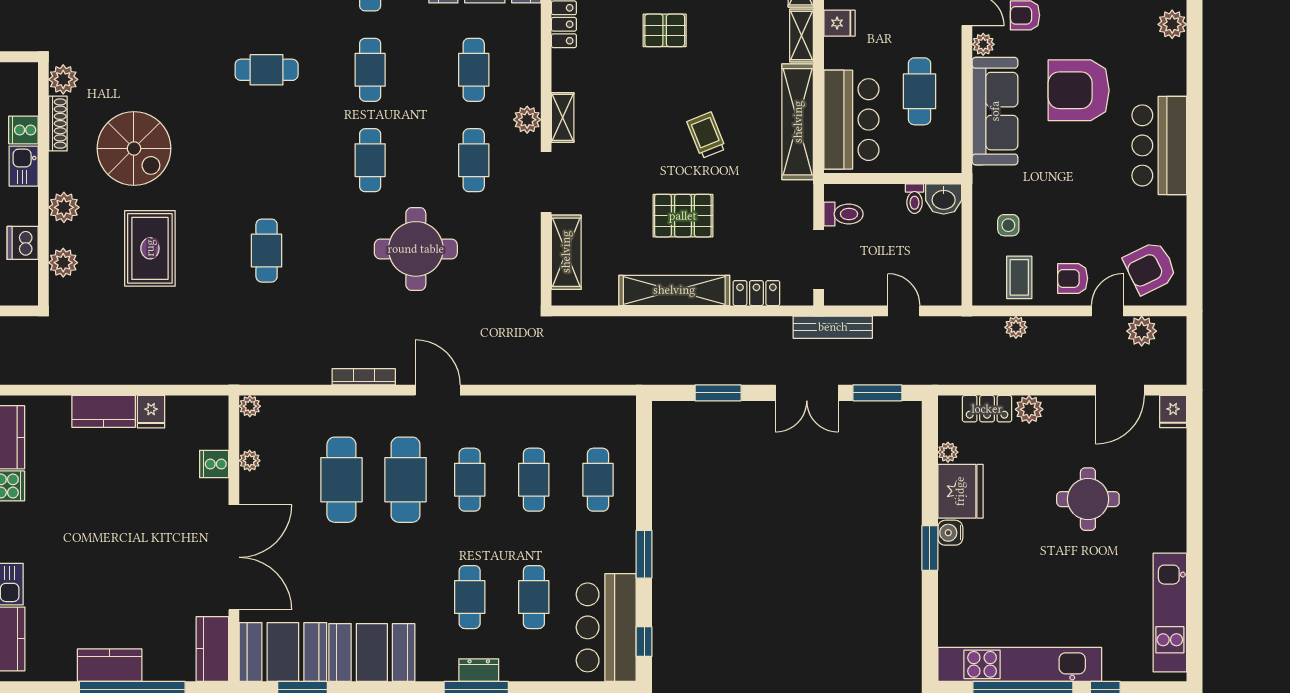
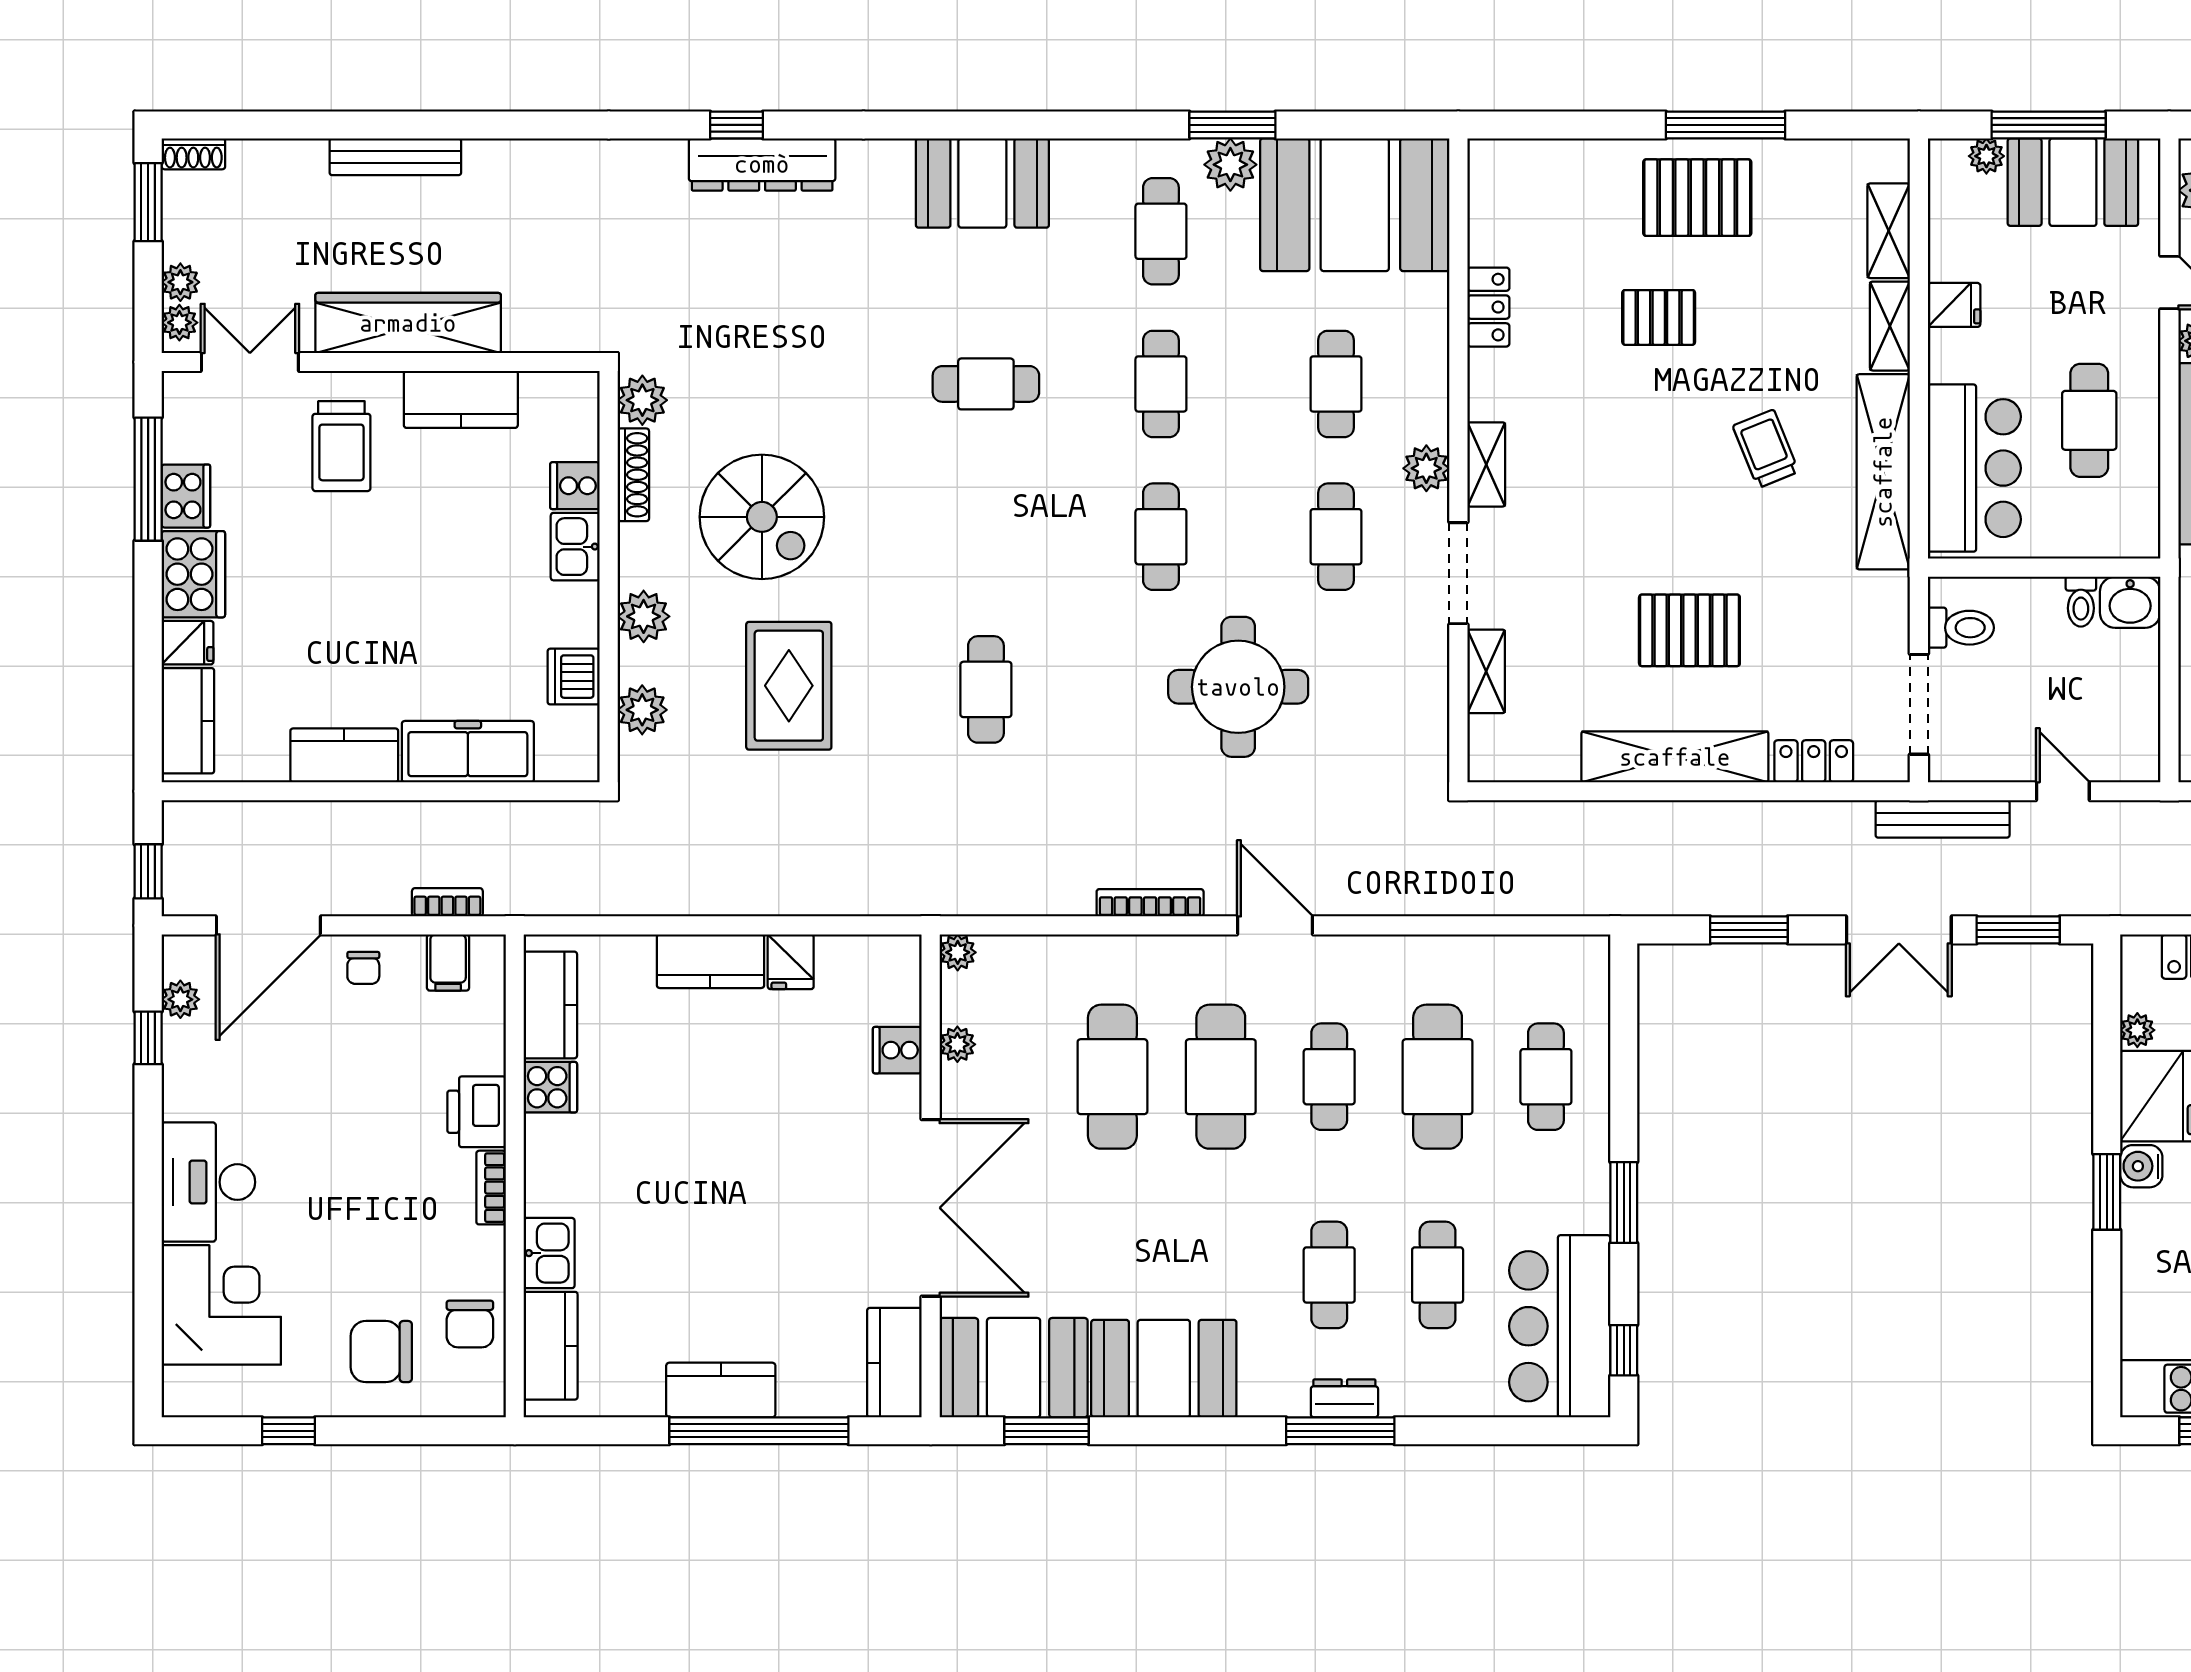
trolley: (706, 135) -> (1766, 449), moved
shelving: (566, 252) -> (1486, 671), width x0.67, depth x0.75
cafe table: (534, 480) -> (1438, 1077), width x1.37, depth x1.35

